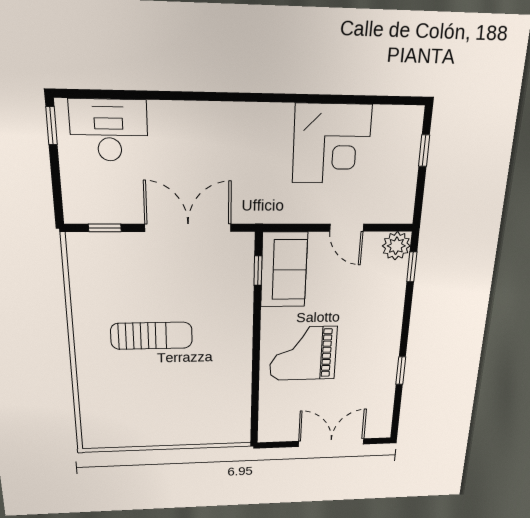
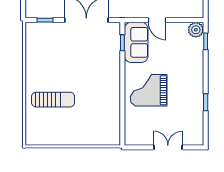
door: (347, 228) -> (157, 20), moved
sun lounger: (152, 336) -> (53, 100), moved
double door: (331, 443) -> (168, 147), width x0.73

